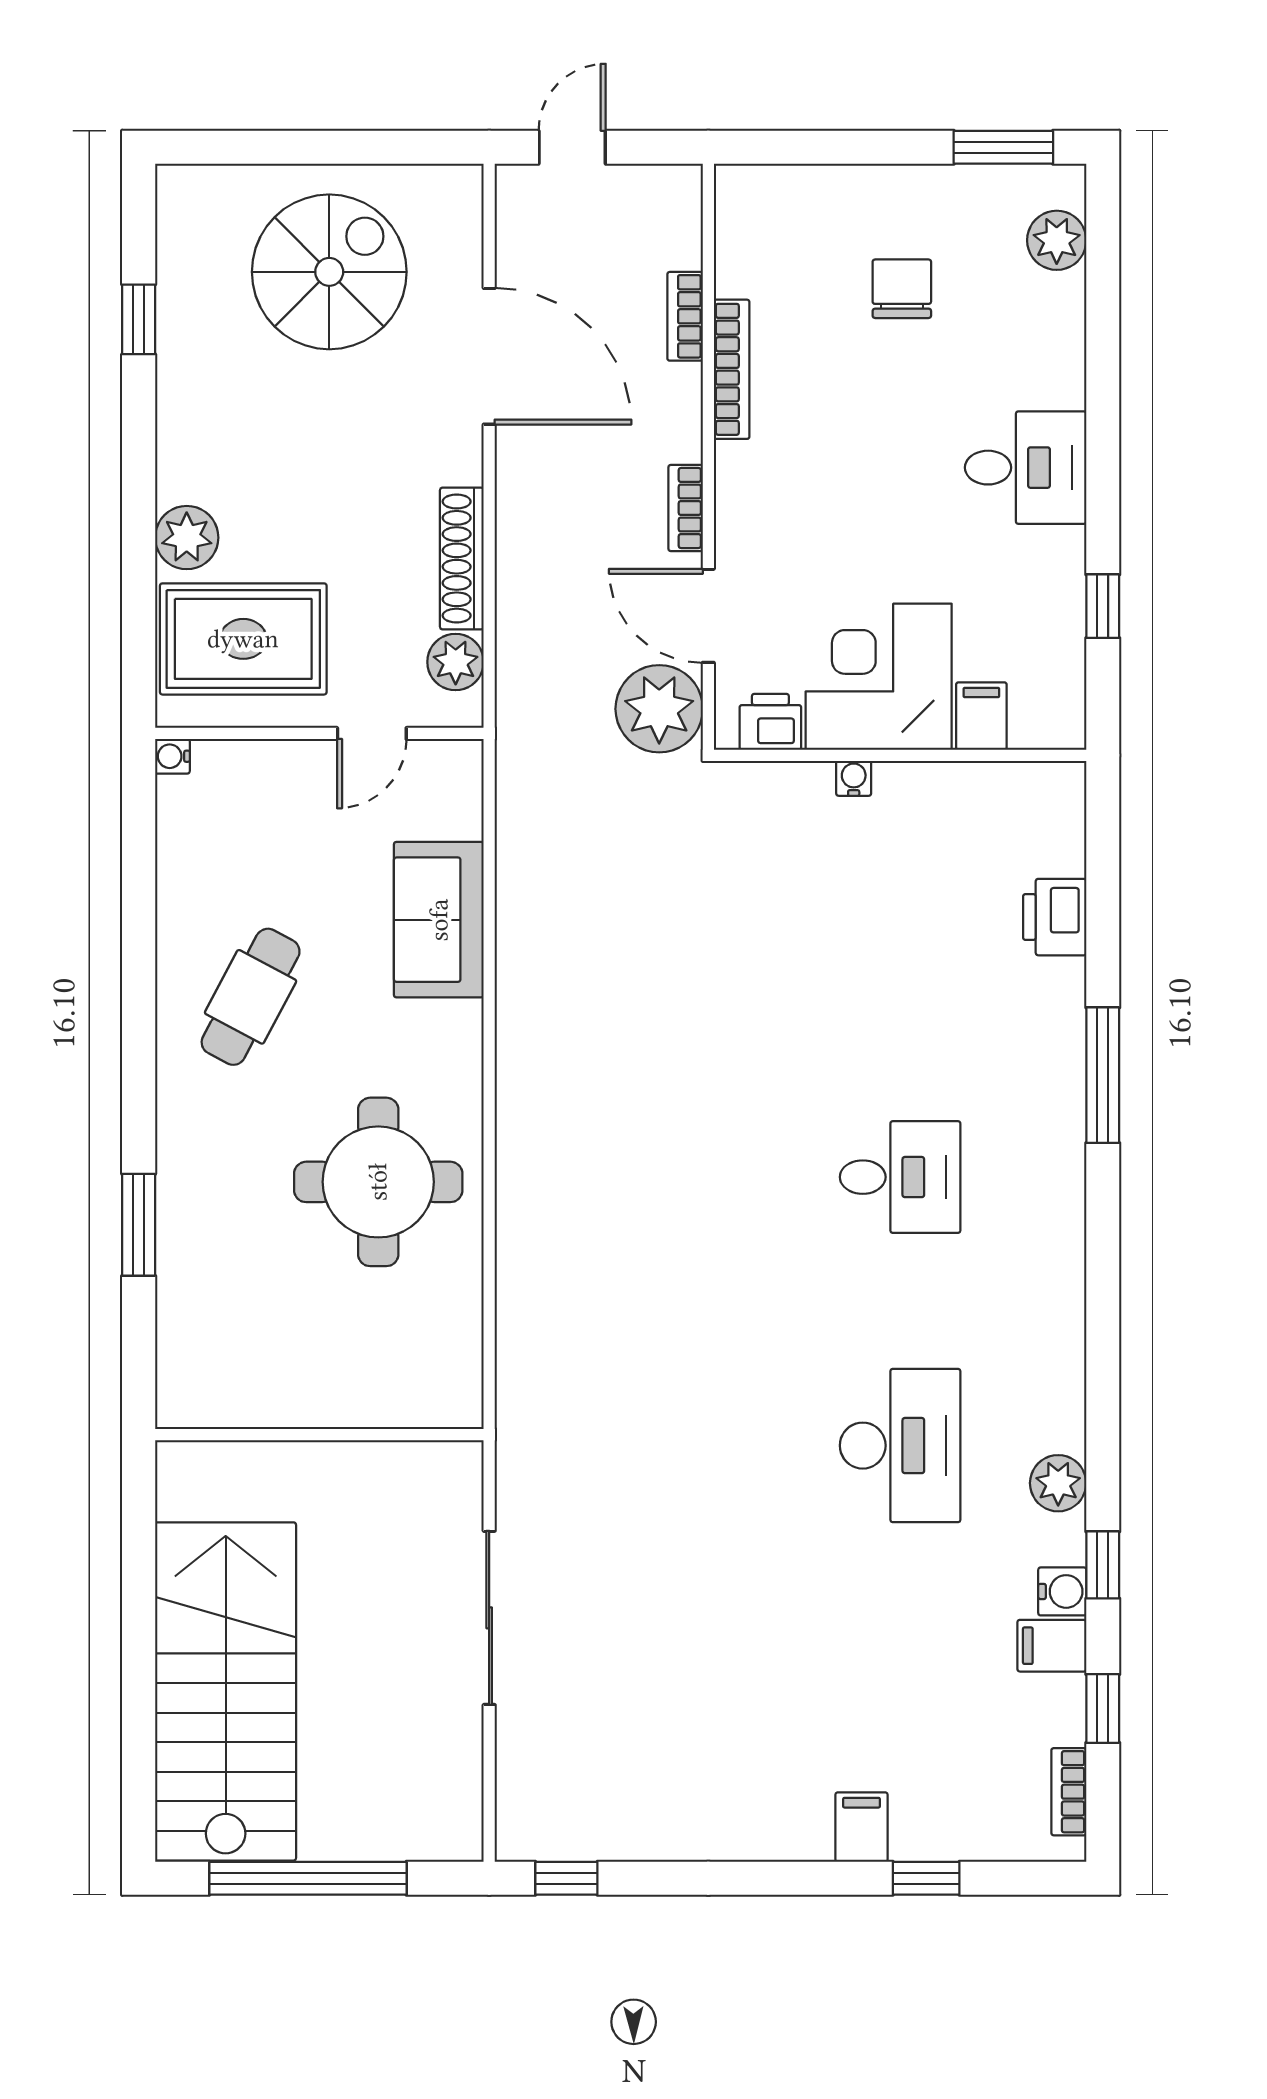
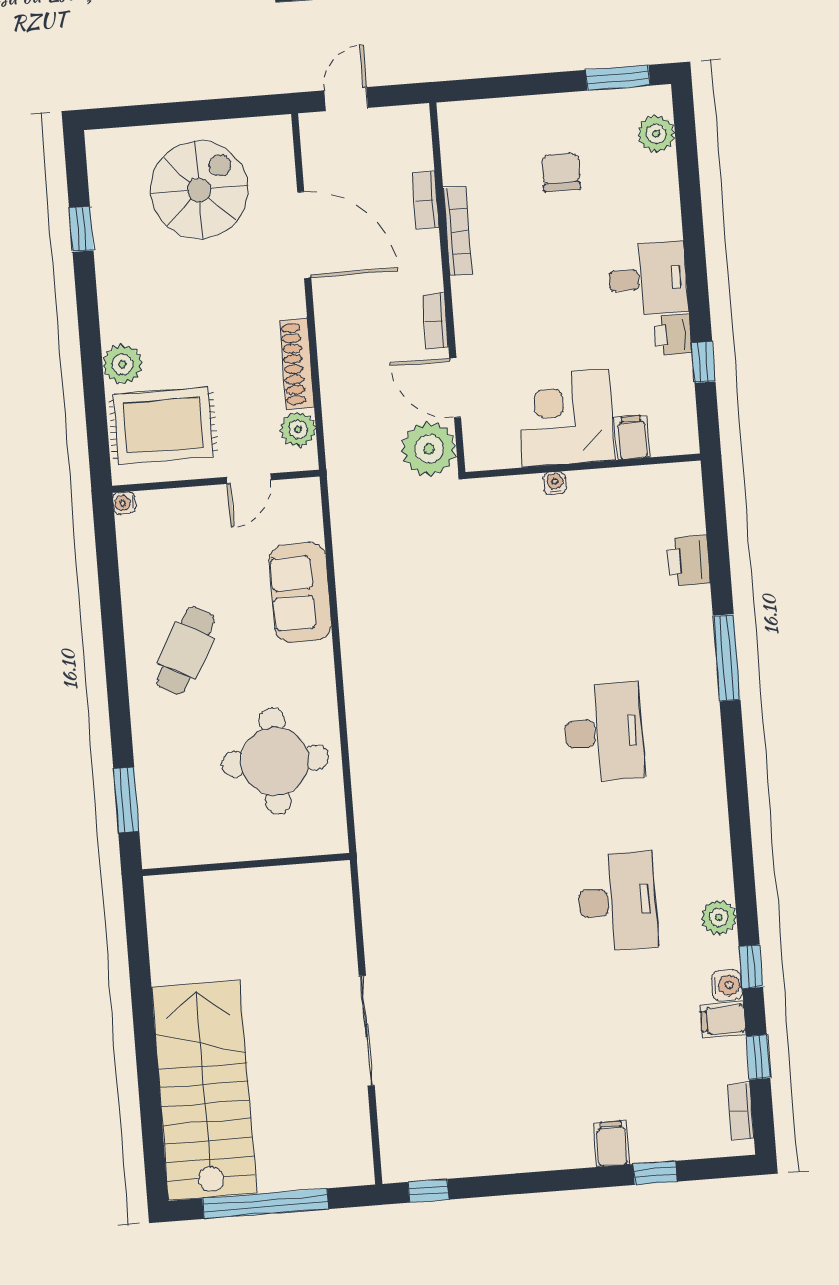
printer: (770, 722) -> (673, 335), moved, turned -90
desk: (900, 1177) -> (604, 732), width x1.37
wall: (319, 1435) -> (246, 865), moved

